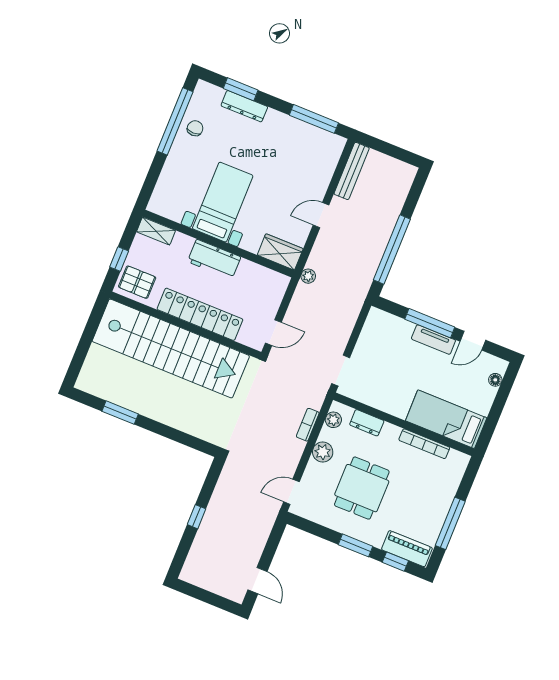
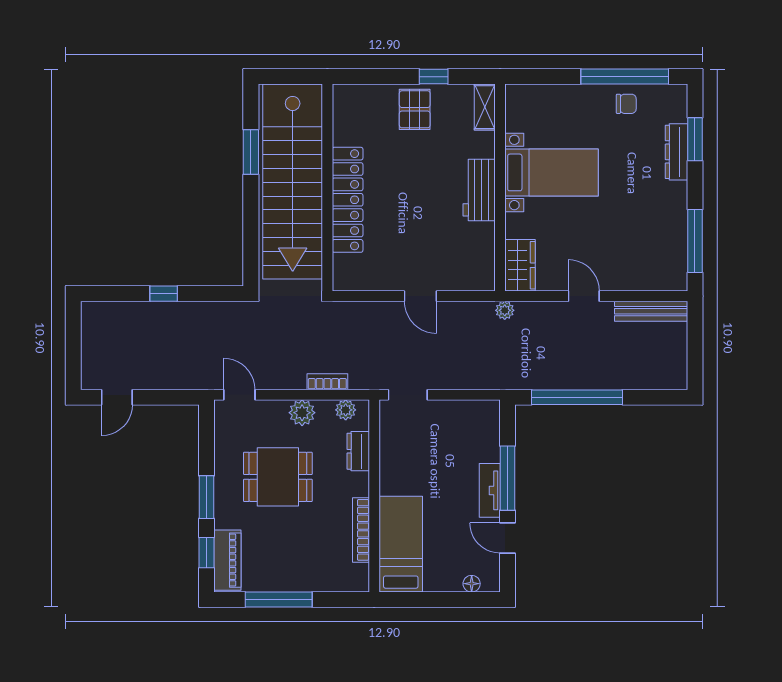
locker: (200, 314) -> (348, 200), moved
wall: (185, 325) -> (327, 188), moved
stairs: (171, 349) -> (293, 181), moved

